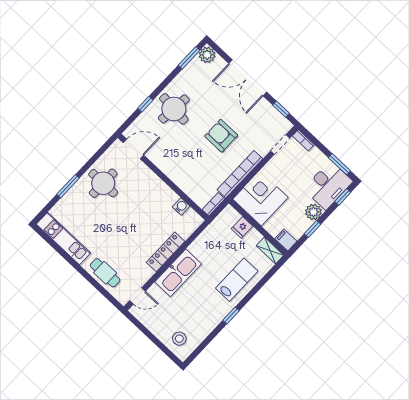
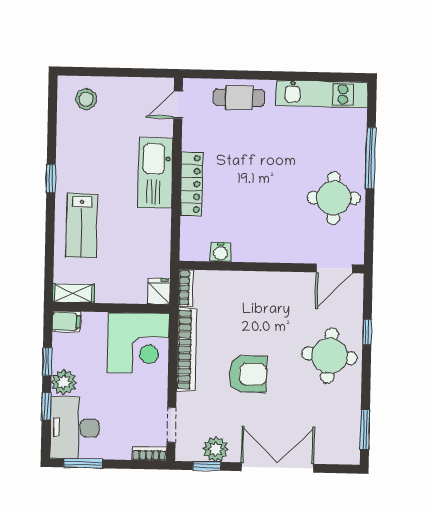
plant: (207, 55) -> (216, 449), moved
window: (68, 186) -> (371, 158), width x1.44
window: (343, 197) -> (46, 406), moved
fridge: (242, 227) -> (159, 291), moved

